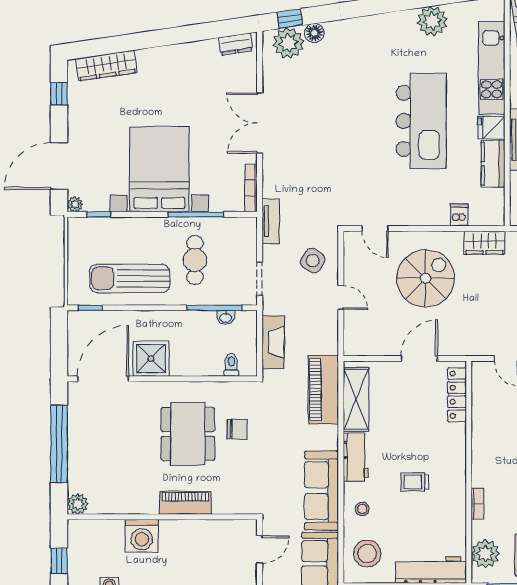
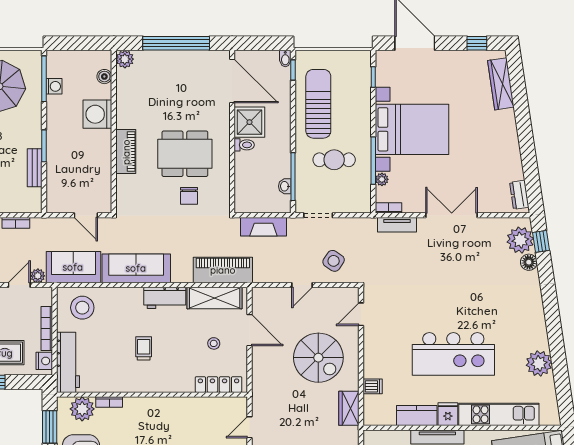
bookcase: (251, 188) -> (388, 208), width x0.64
plant: (75, 204) -> (382, 179), moved
tv unit: (271, 221) -> (397, 225), moved
bidet: (77, 317) -> (285, 59), added
door: (419, 359) -> (250, 330), moved
toilet: (231, 365) -> (244, 145), moved
bookcase: (477, 504) -> (109, 402), moved
stool: (362, 509) -> (214, 343), moved
boiler: (98, 528) -> (104, 77), added
window: (59, 561) -> (76, 43), removed

